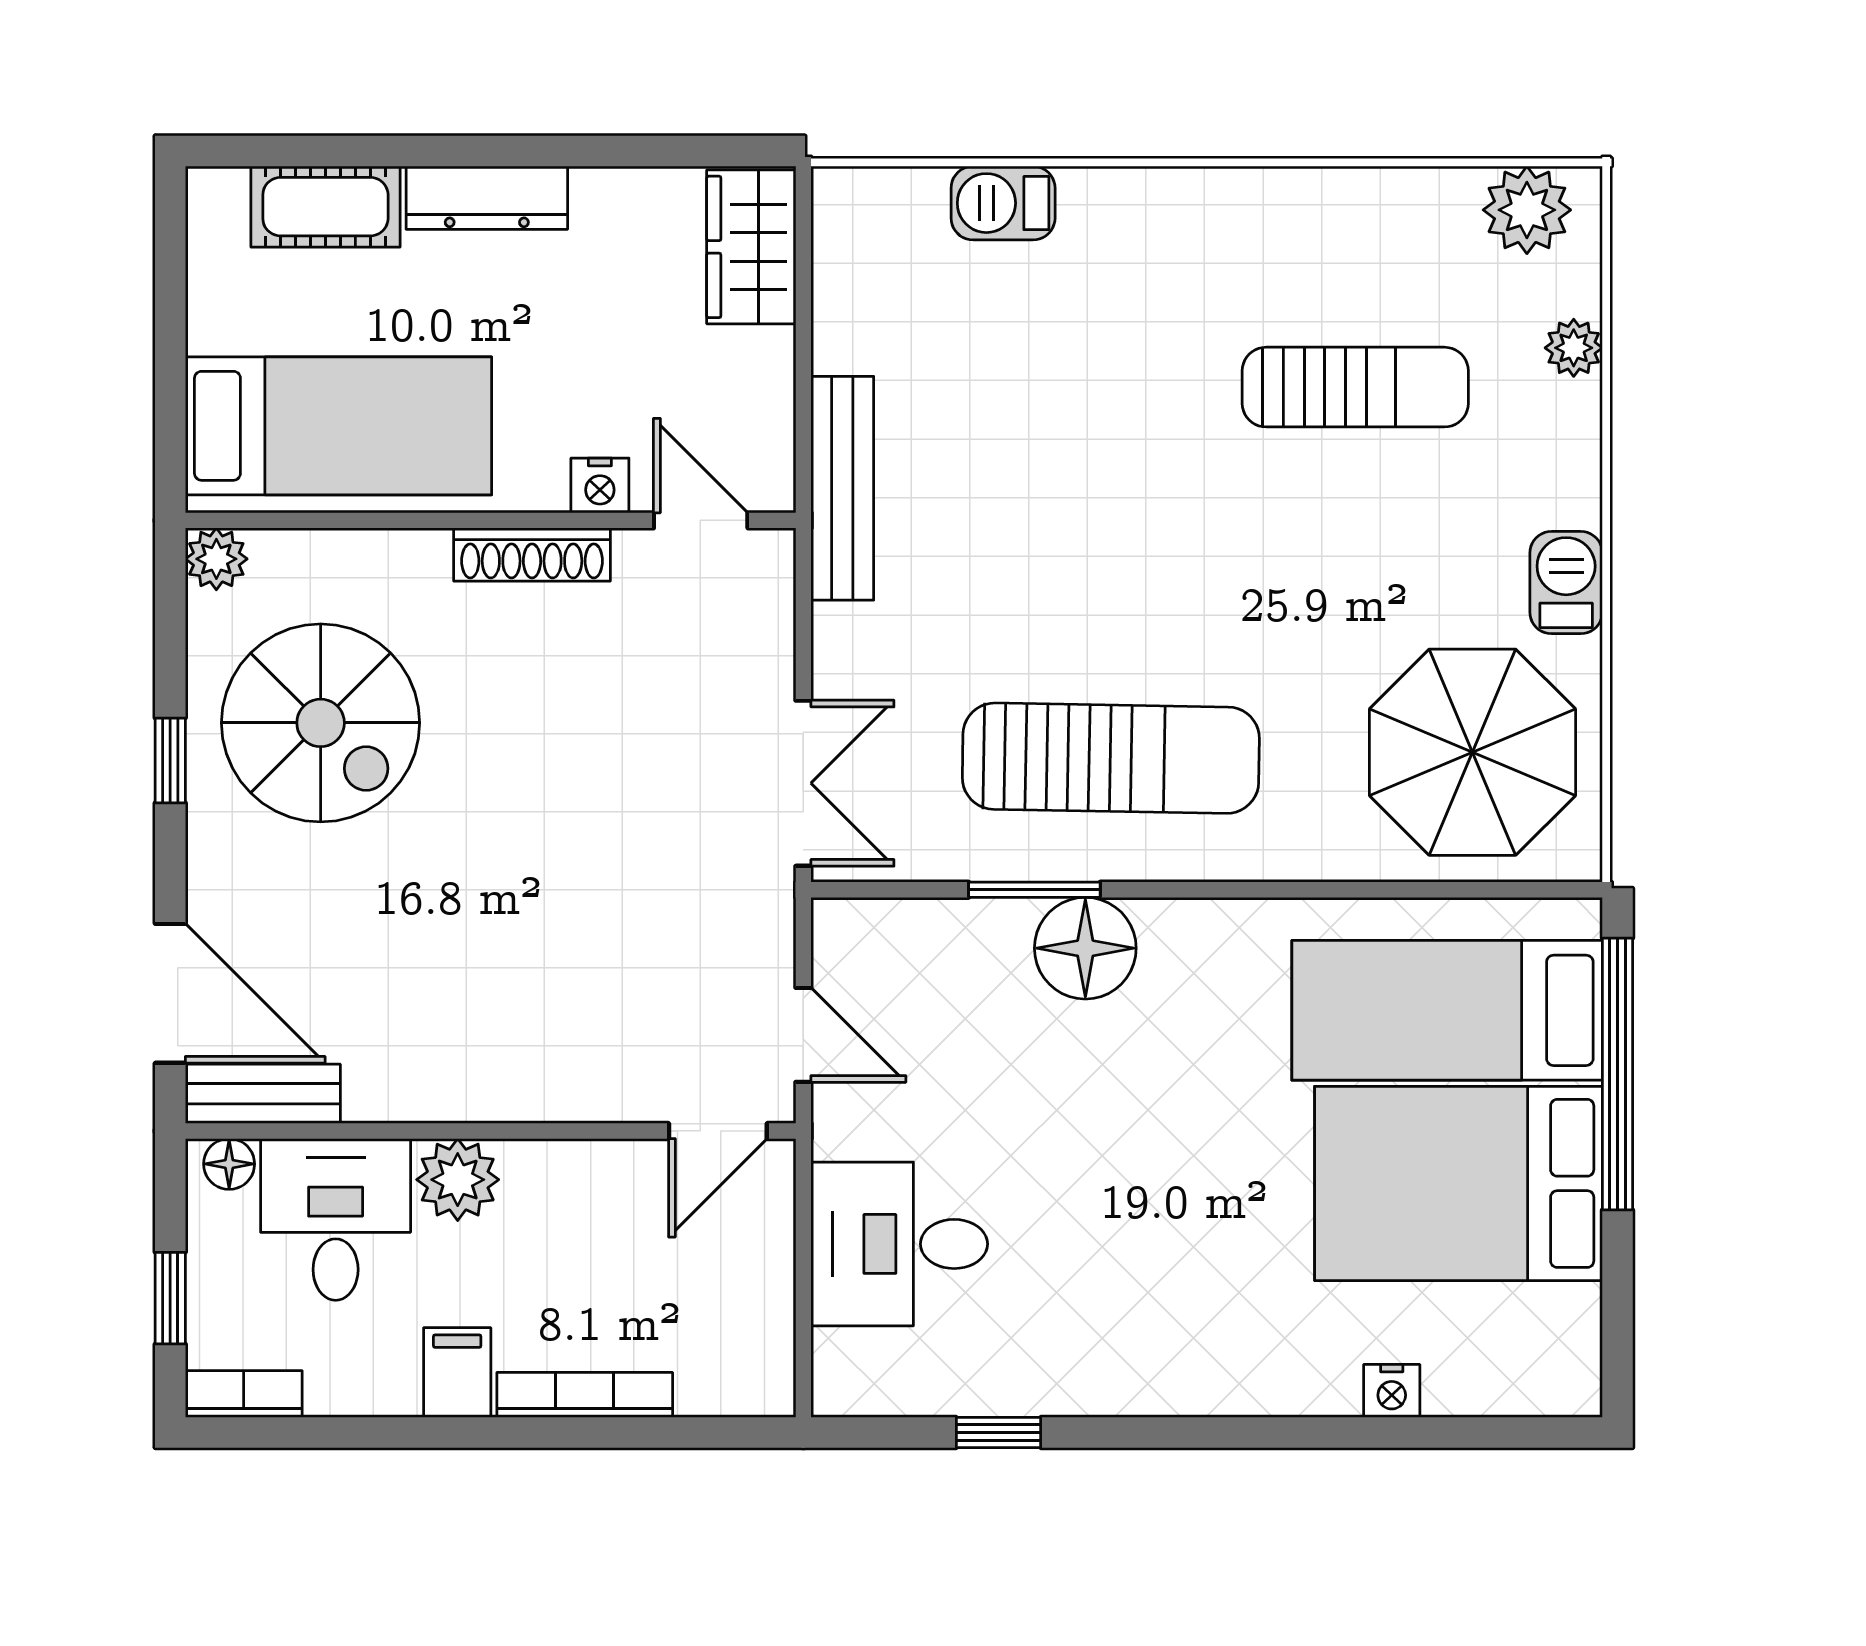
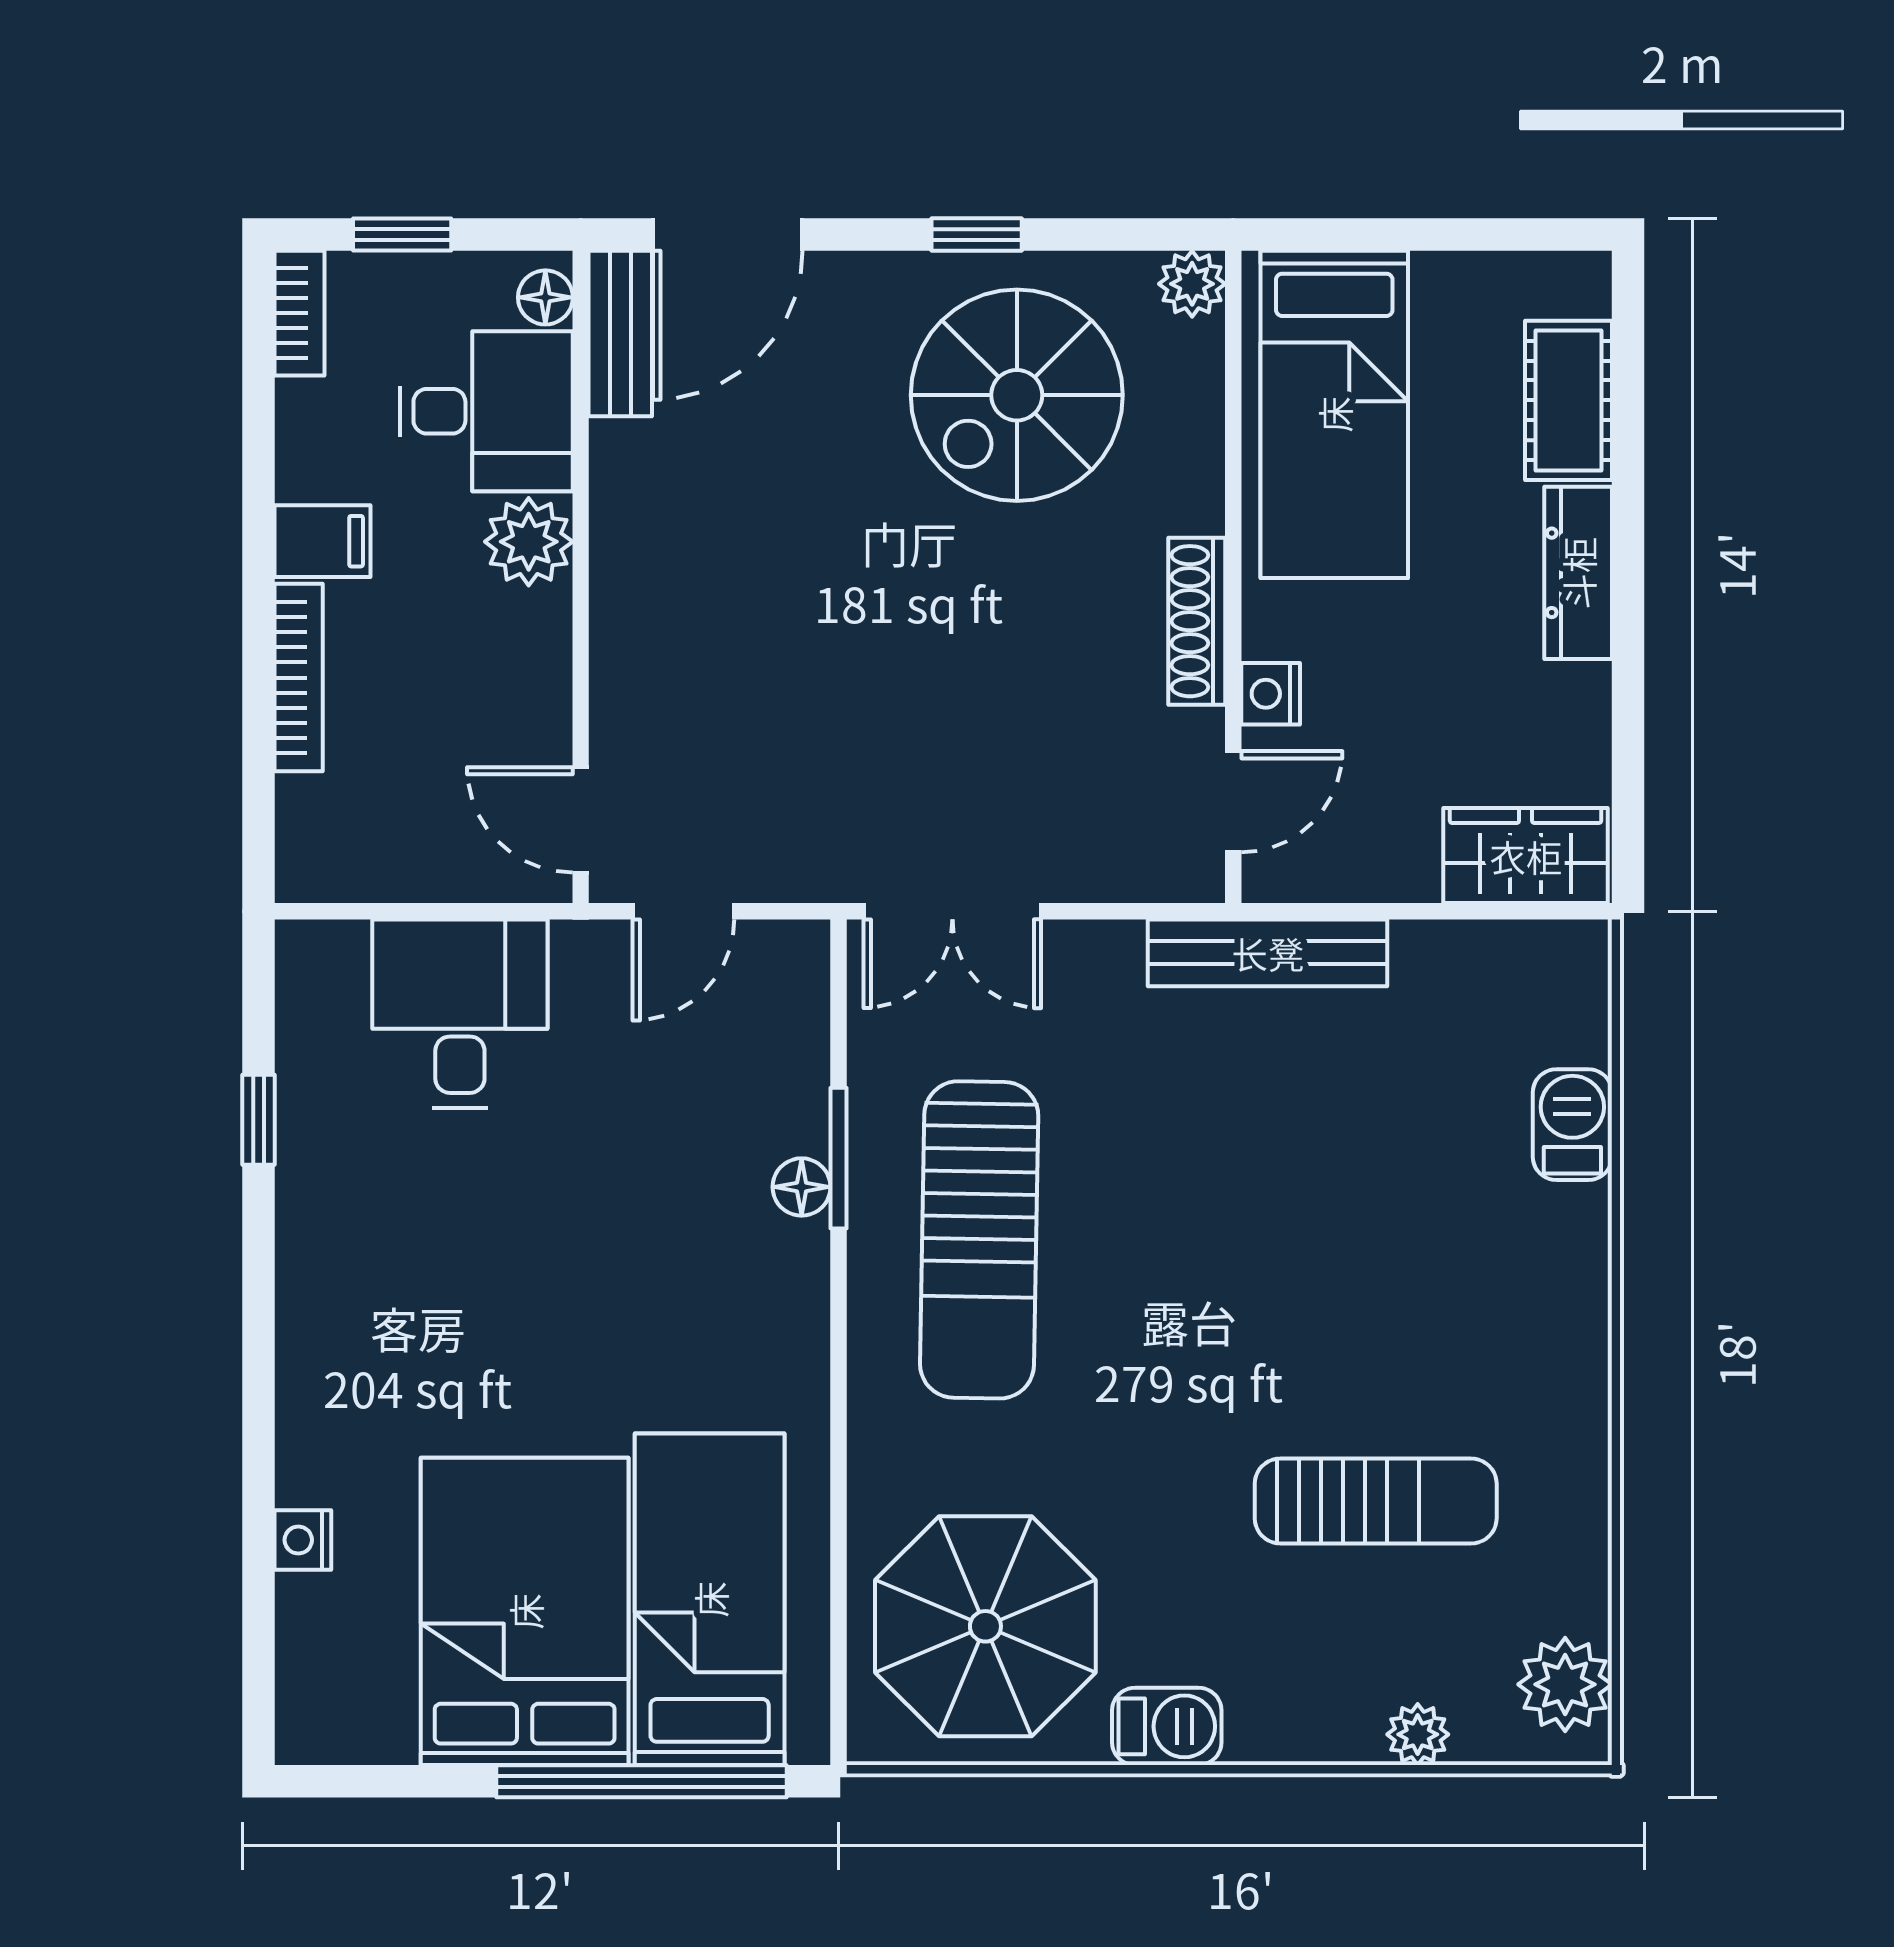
sun lounger: (1355, 387) -> (1376, 1501), turned -90
floor lamp: (1085, 948) -> (802, 1187), width x0.53, depth x0.53

